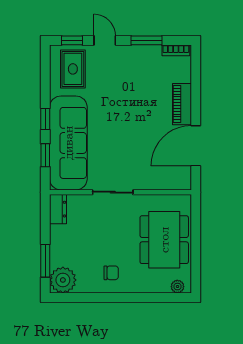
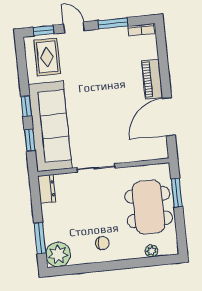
window: (196, 227) -> (177, 193), added
plant: (177, 287) -> (152, 251), moved

